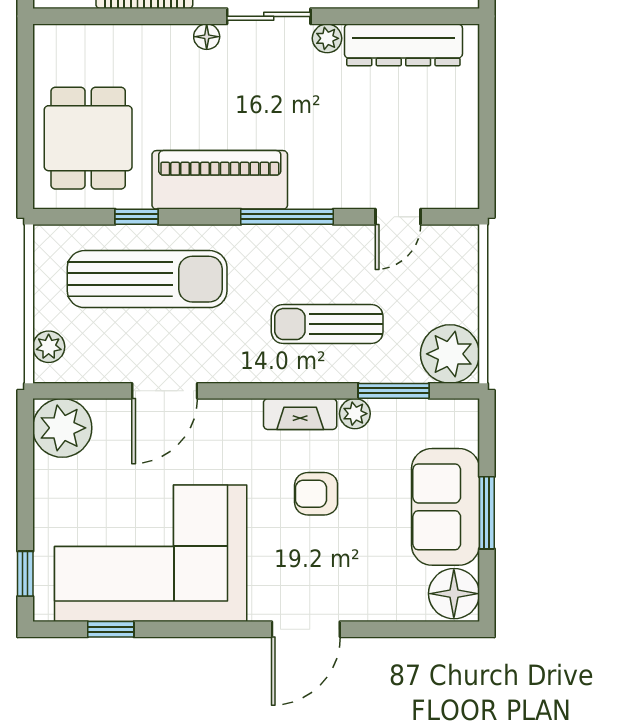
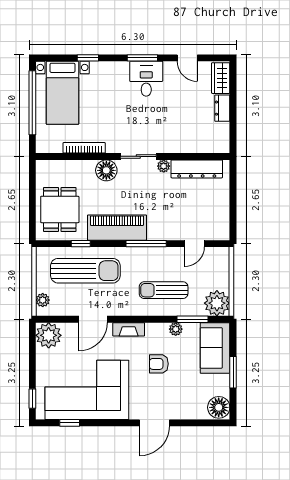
floor lamp: (207, 37) -> (106, 170), width x1.89, depth x1.89
fireplace: (300, 414) -> (129, 329), moved
sofa: (445, 507) -> (215, 348), moved

